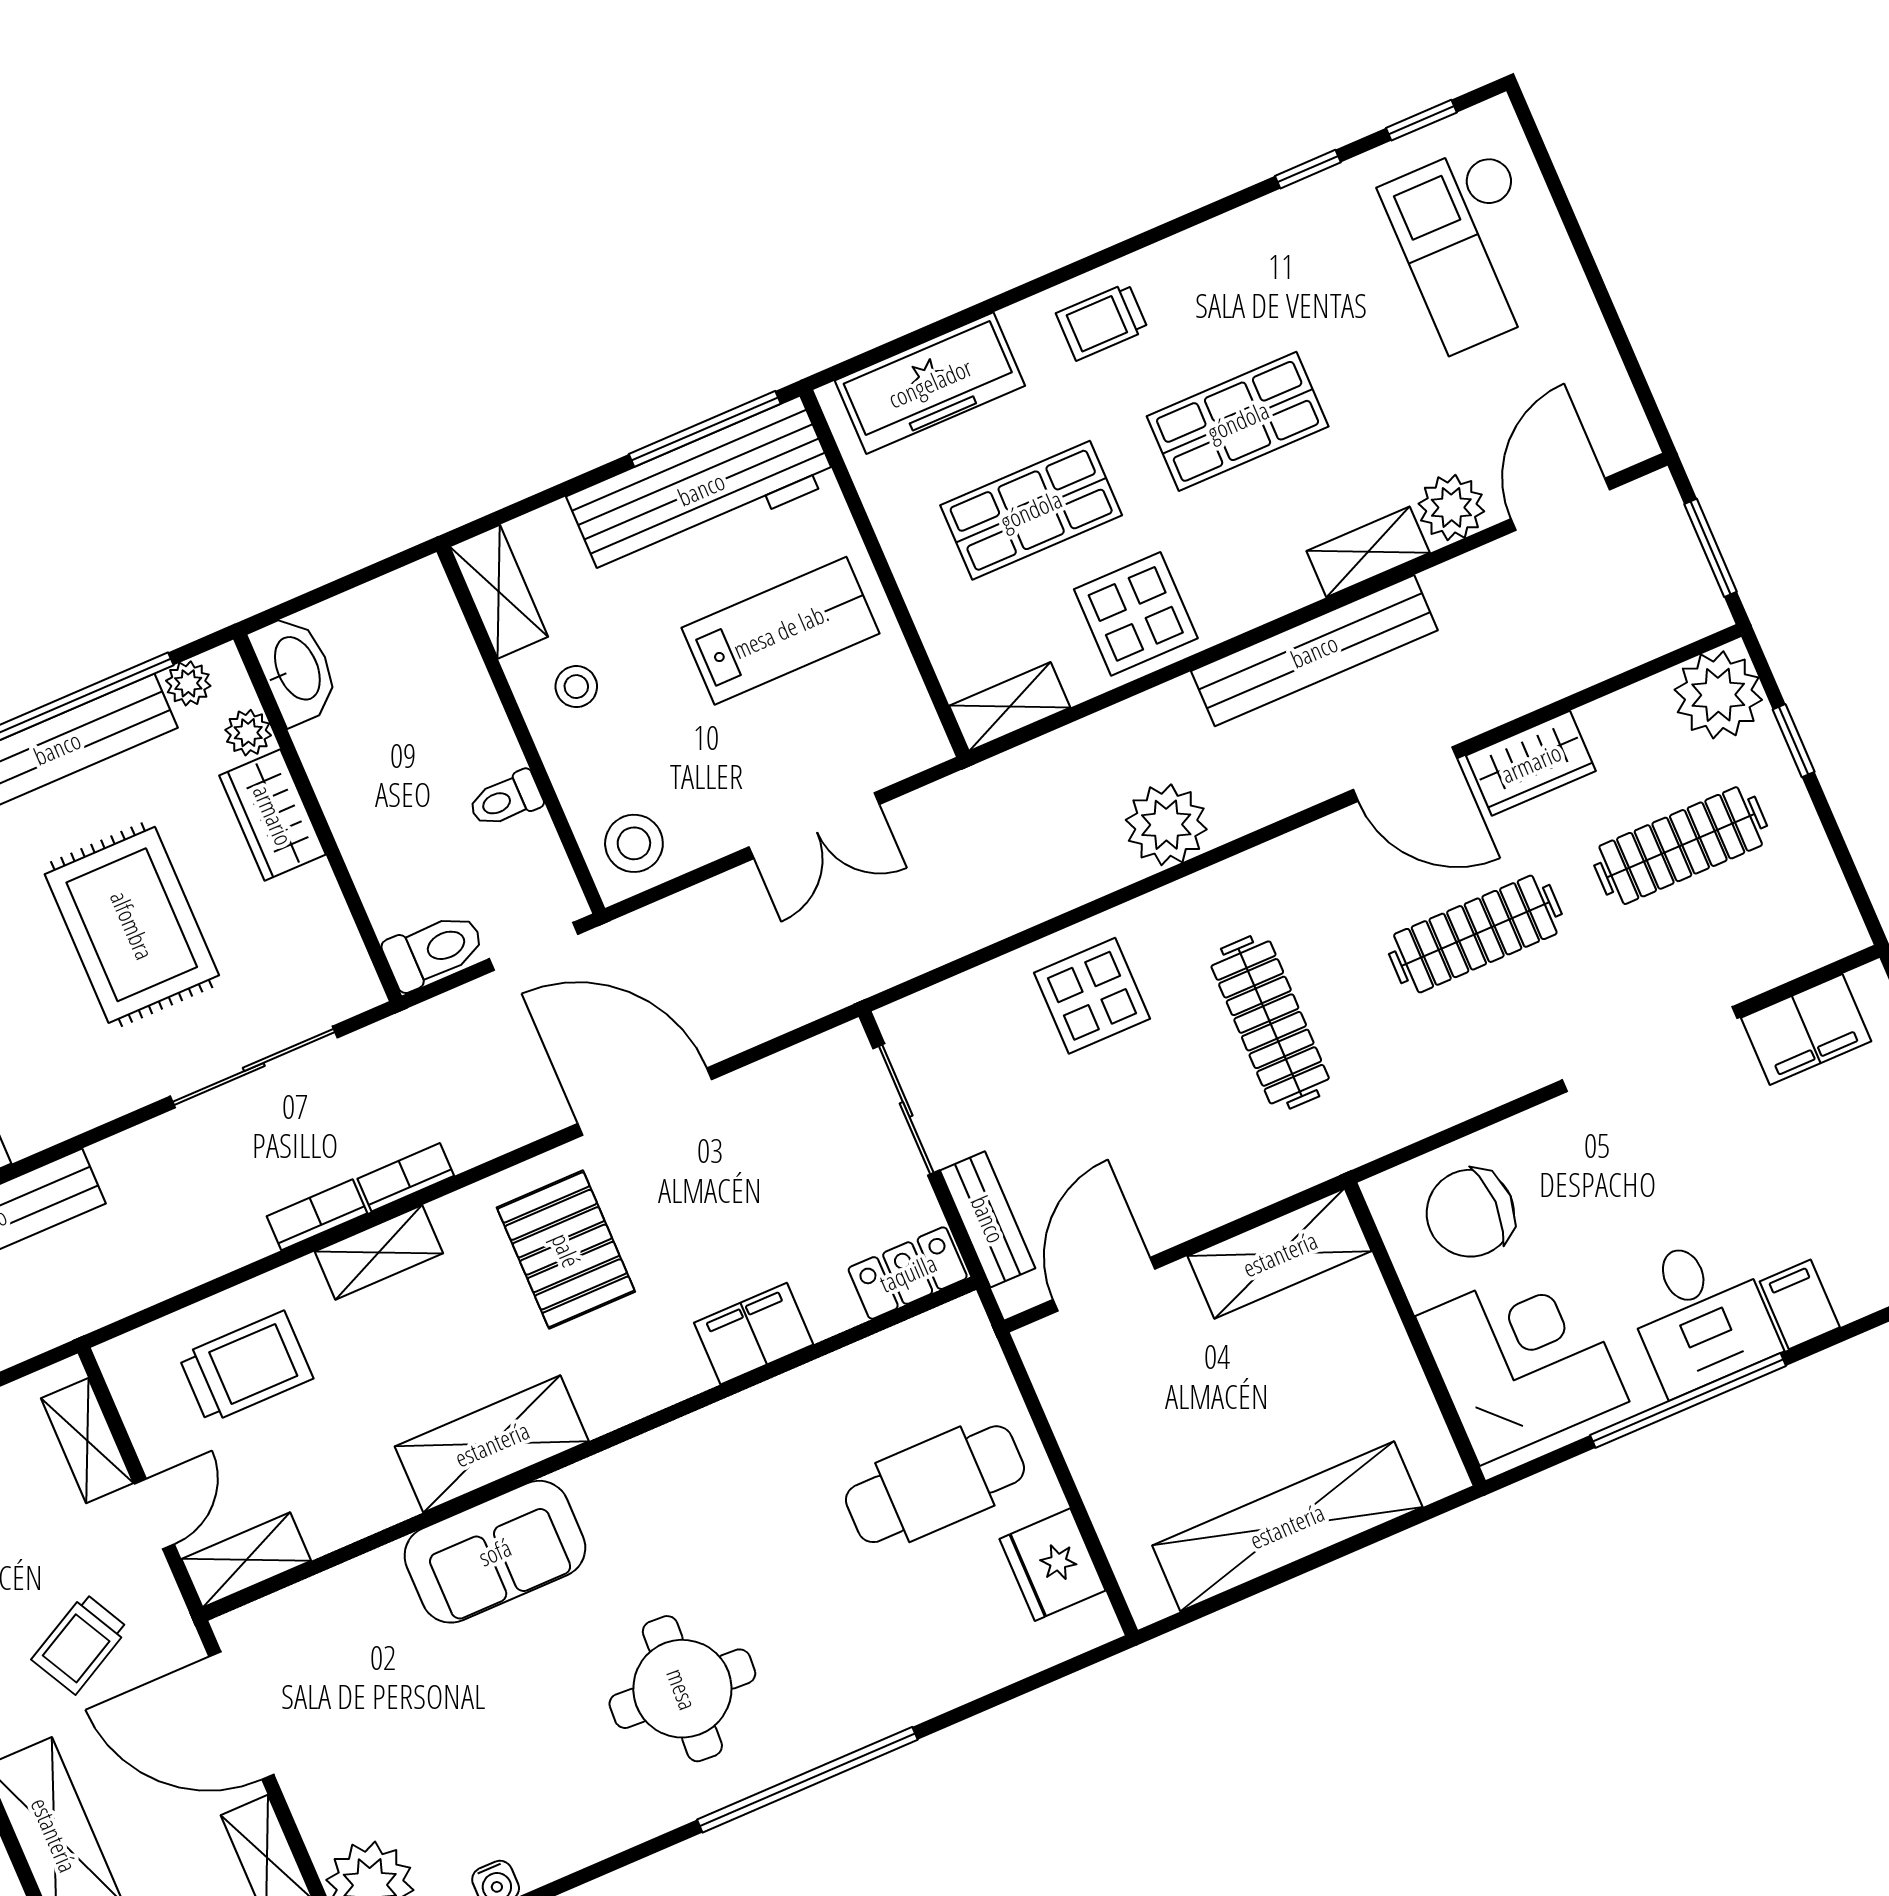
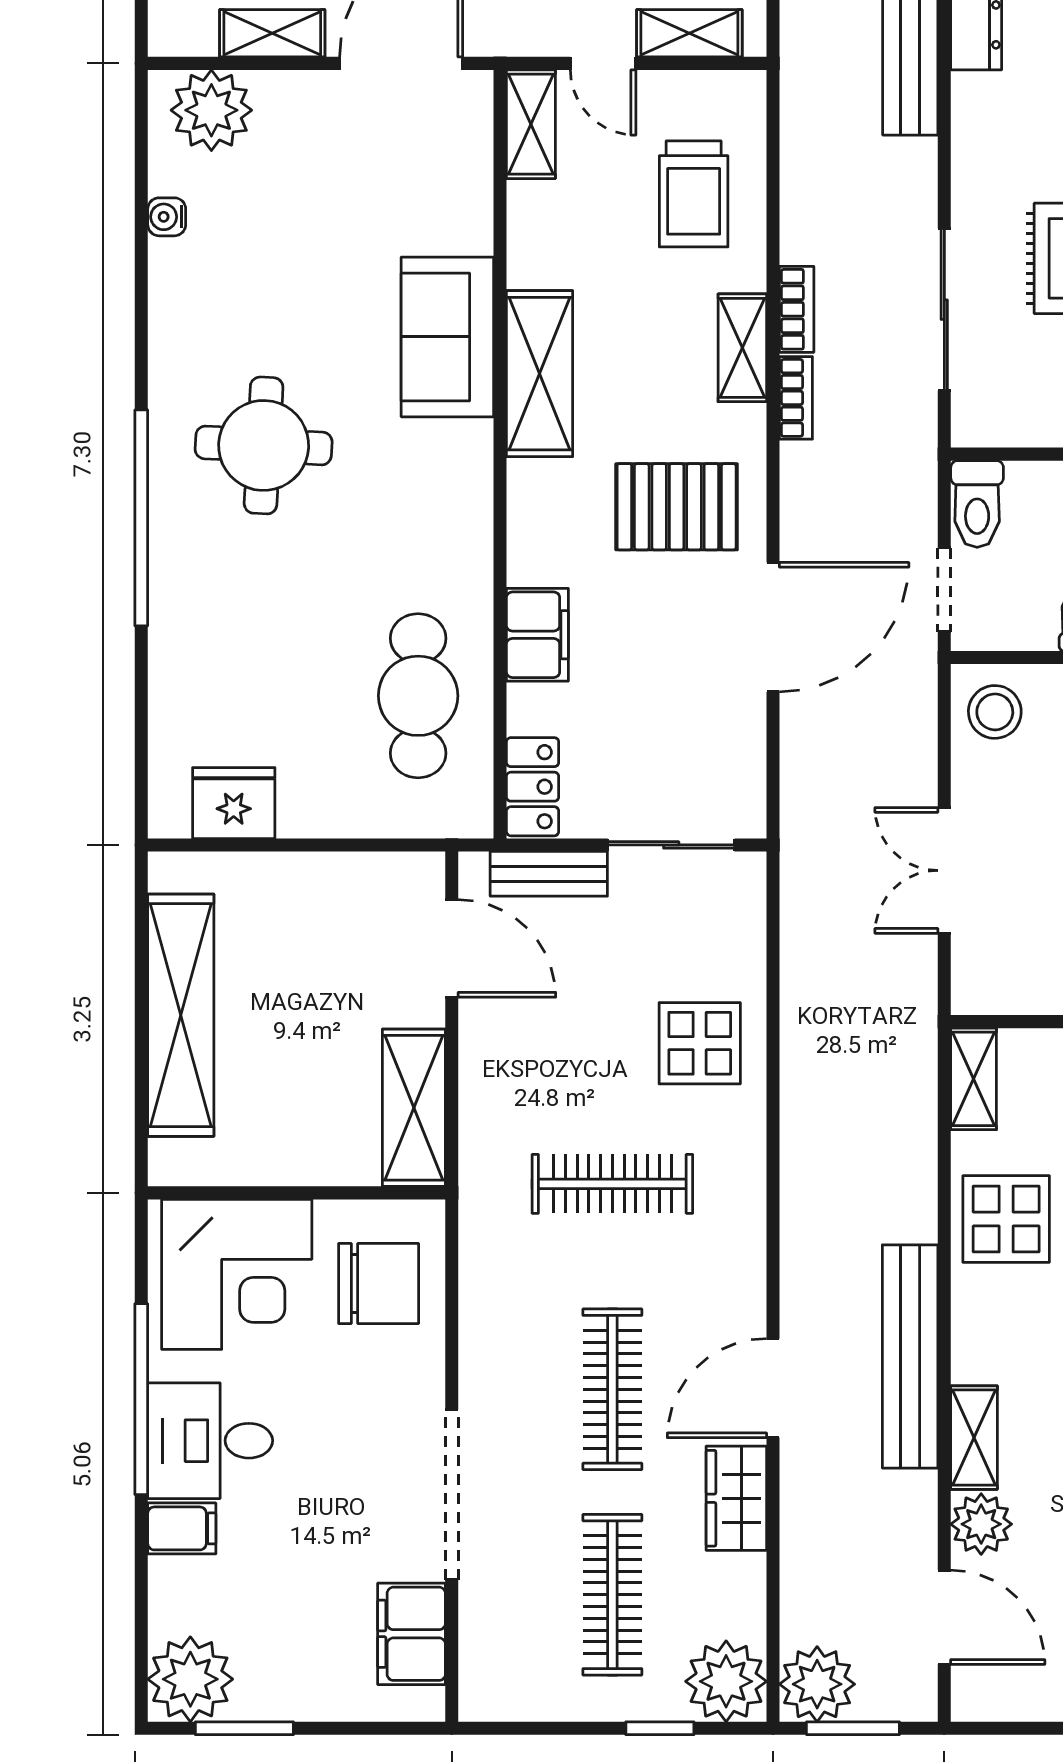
plant: (1166, 825) -> (817, 1684), moved
chair: (1470, 1213) -> (379, 1283), turned 90
cafe table: (935, 1484) -> (418, 696), moved

